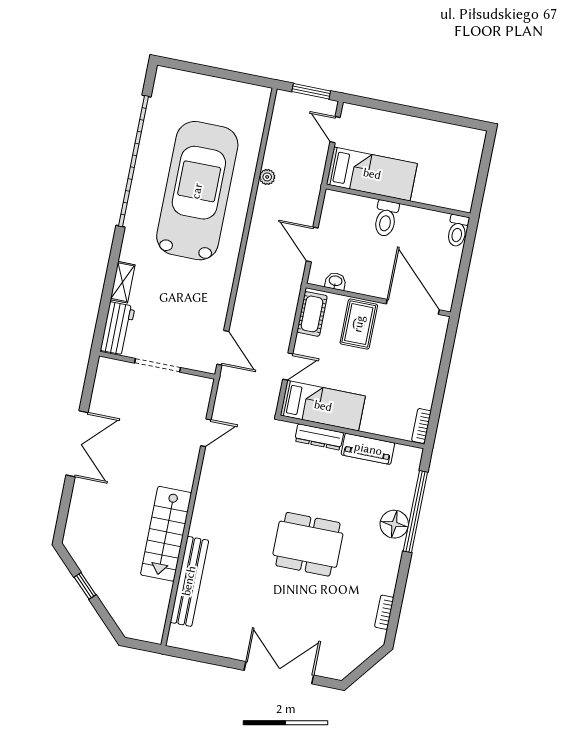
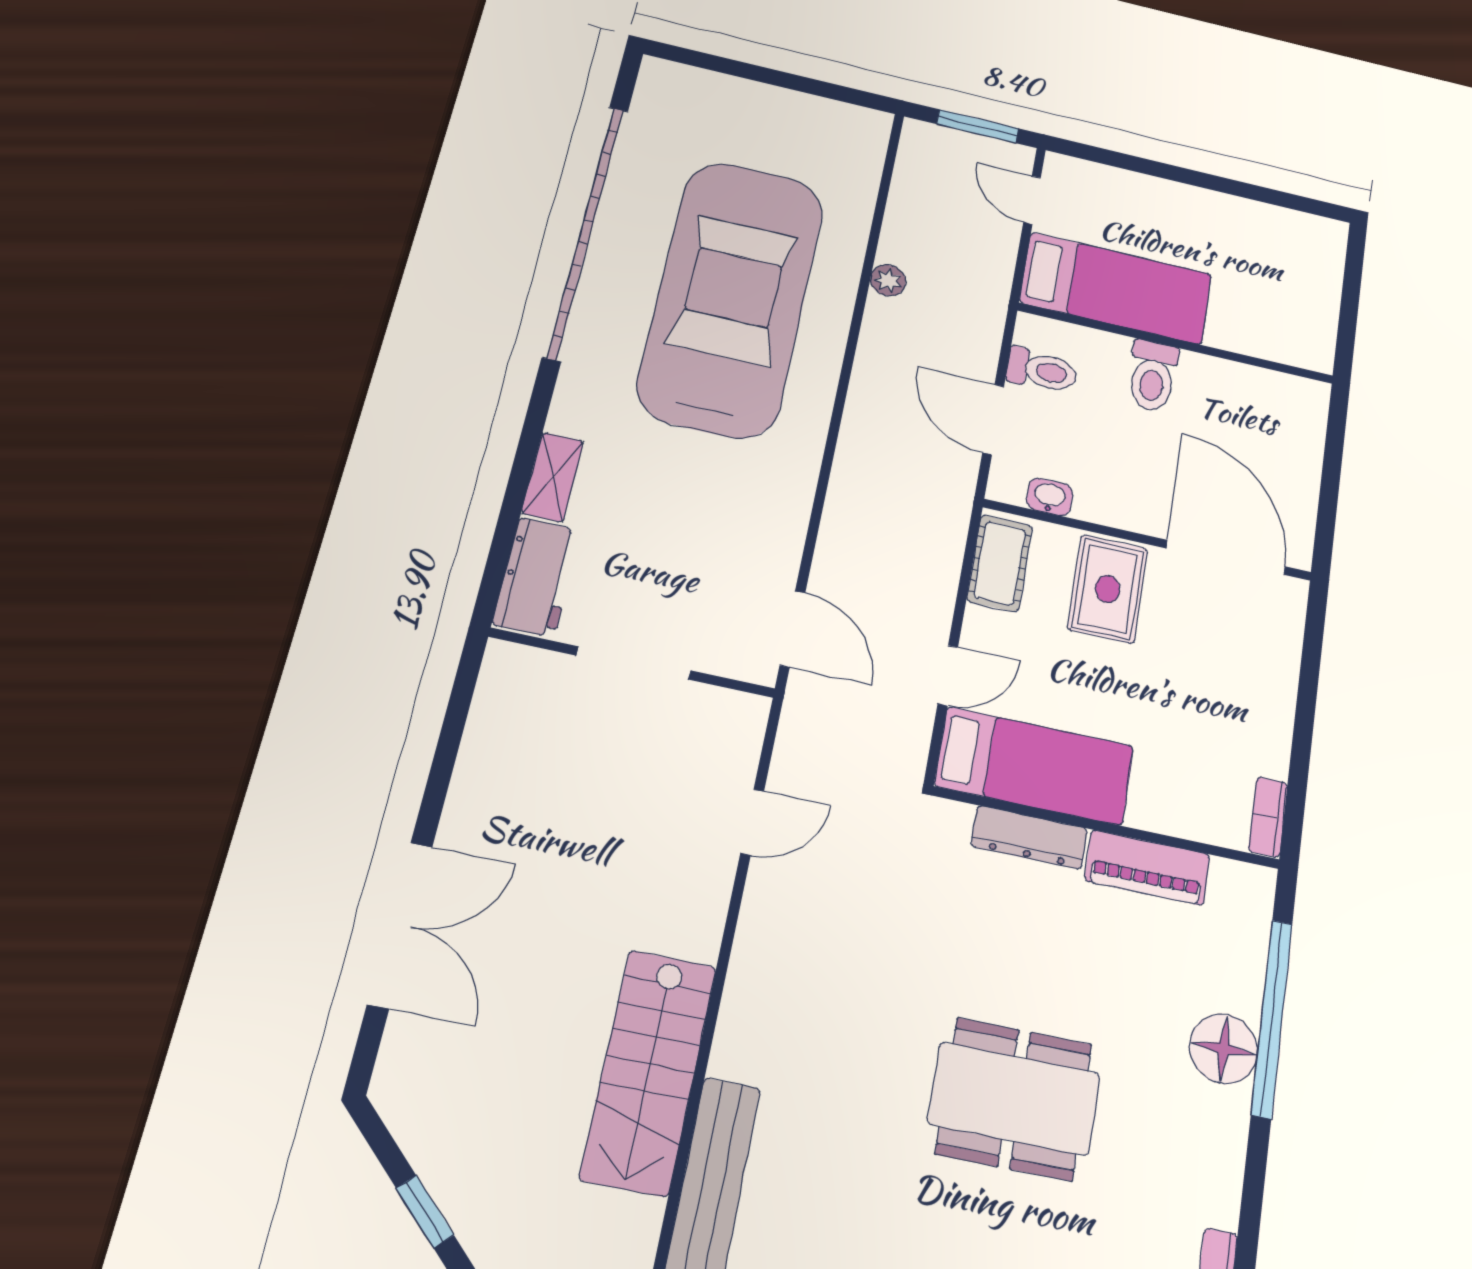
toilet: (458, 231) -> (1042, 371), moved, turned -90
double door: (77, 444) -> (400, 925), moved

